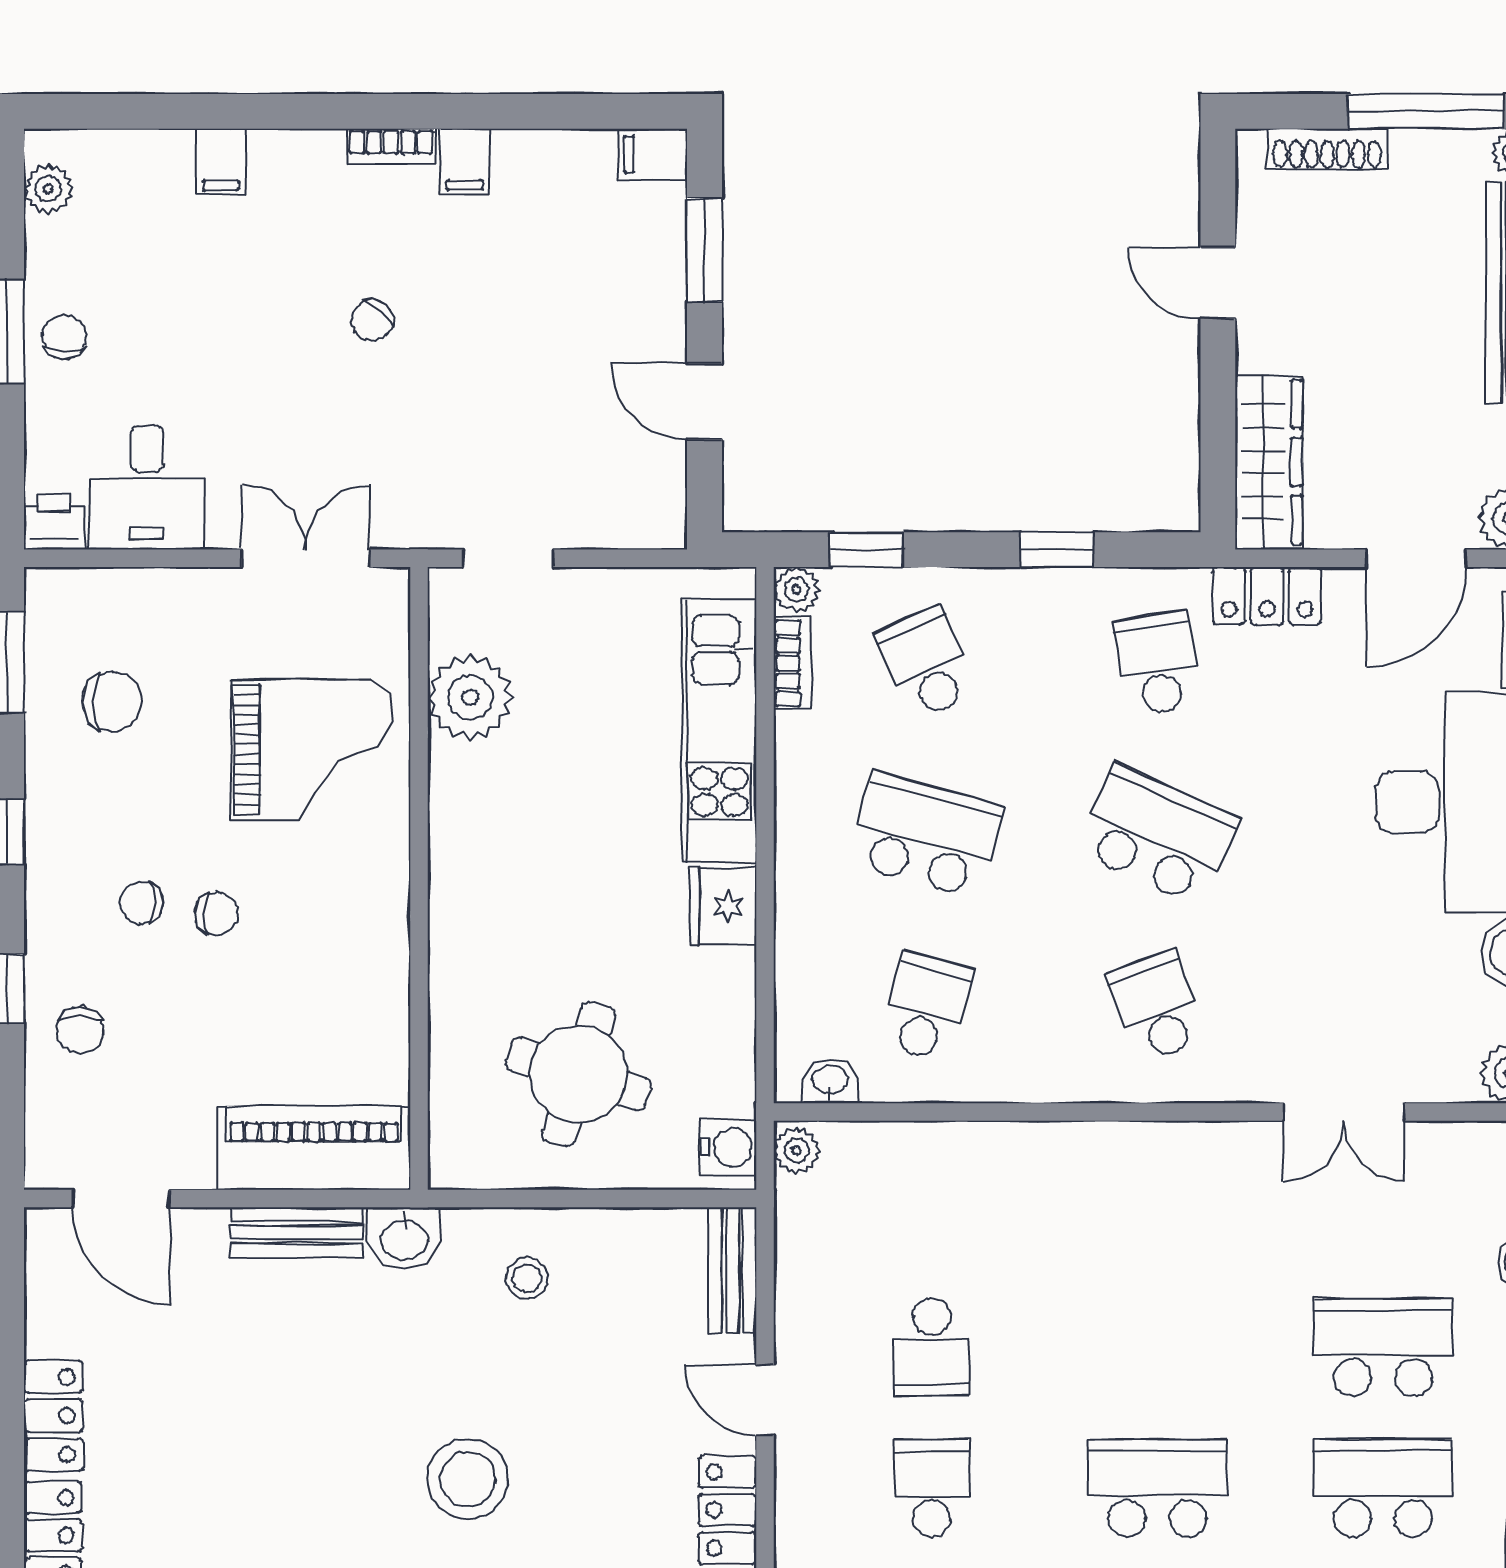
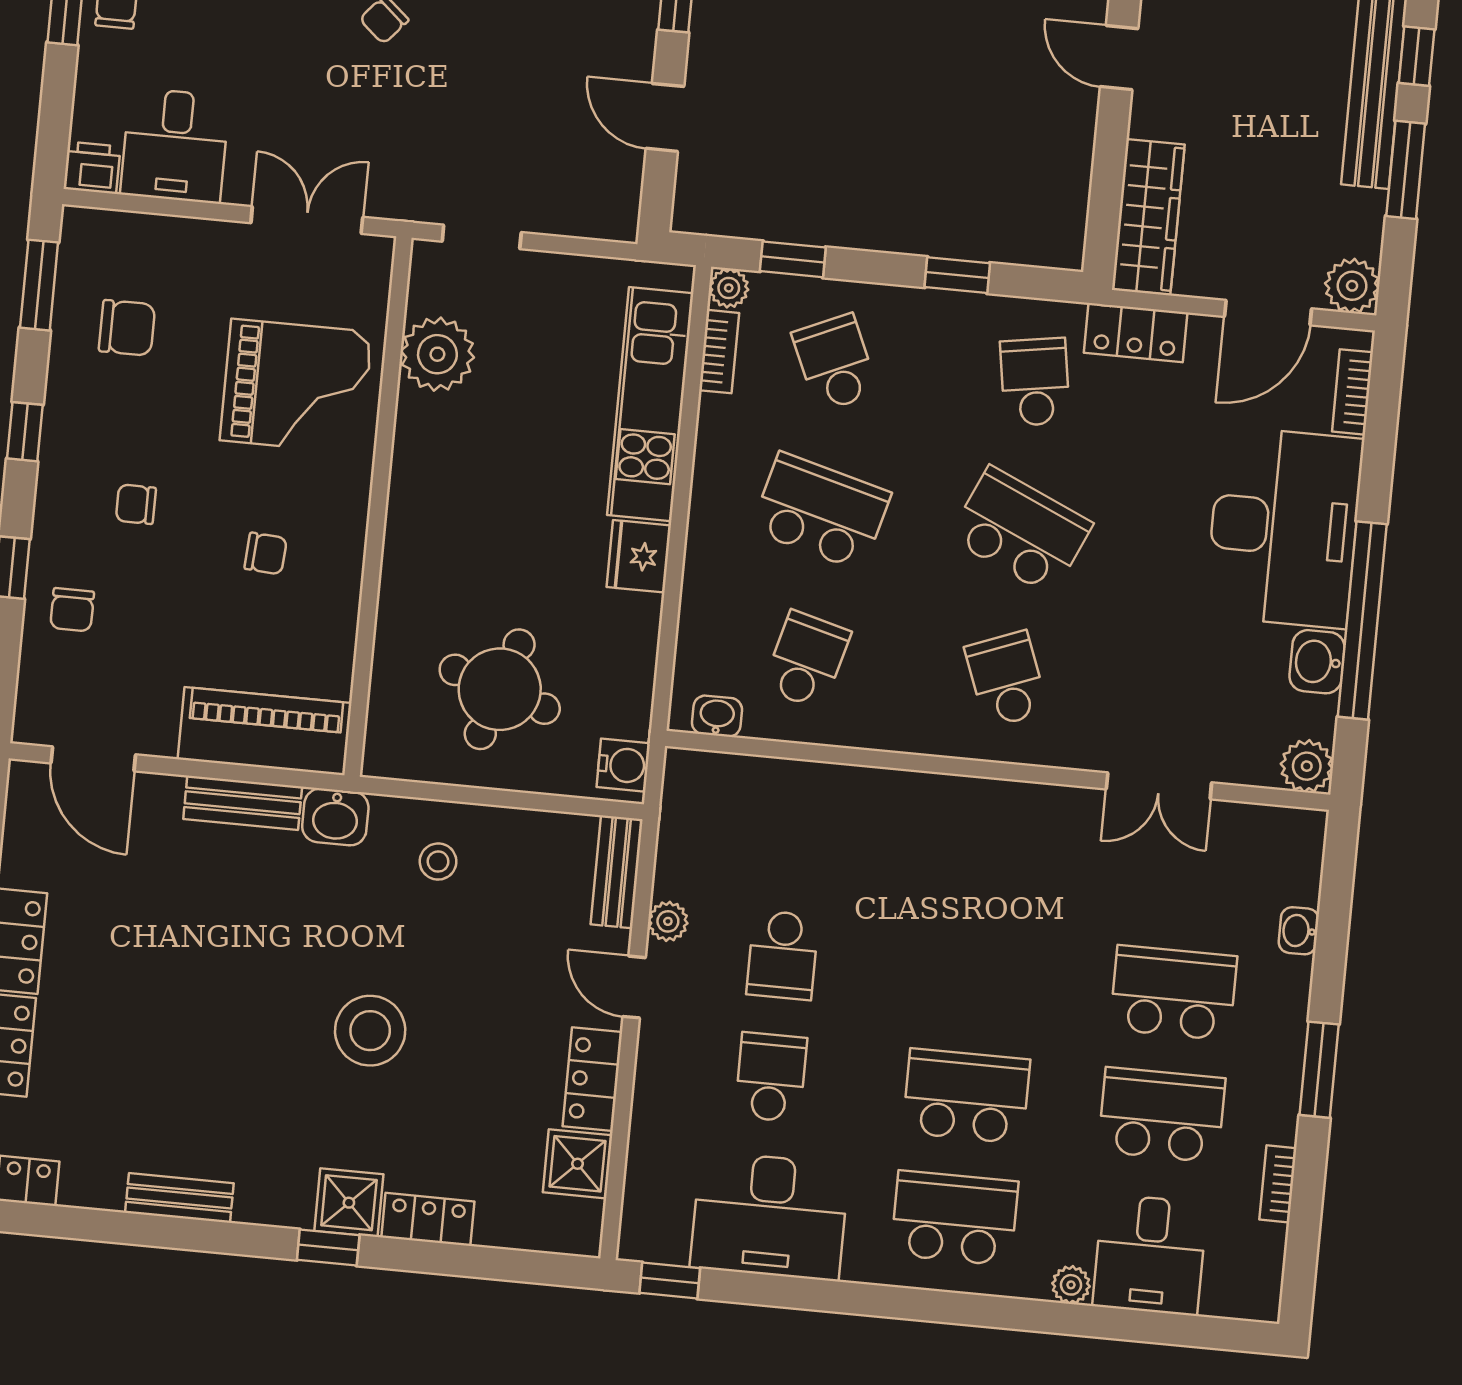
chair: (216, 914) -> (266, 554), moved
plant: (797, 1151) -> (668, 921), moved

